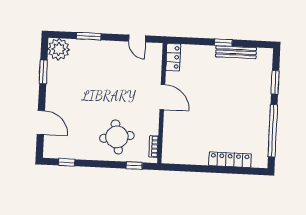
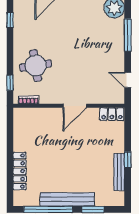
window: (89, 36) -> (128, 35), width x1.44
door: (137, 38) -> (128, 80), hinge flipped
bench: (263, 110) -> (67, 199), added

